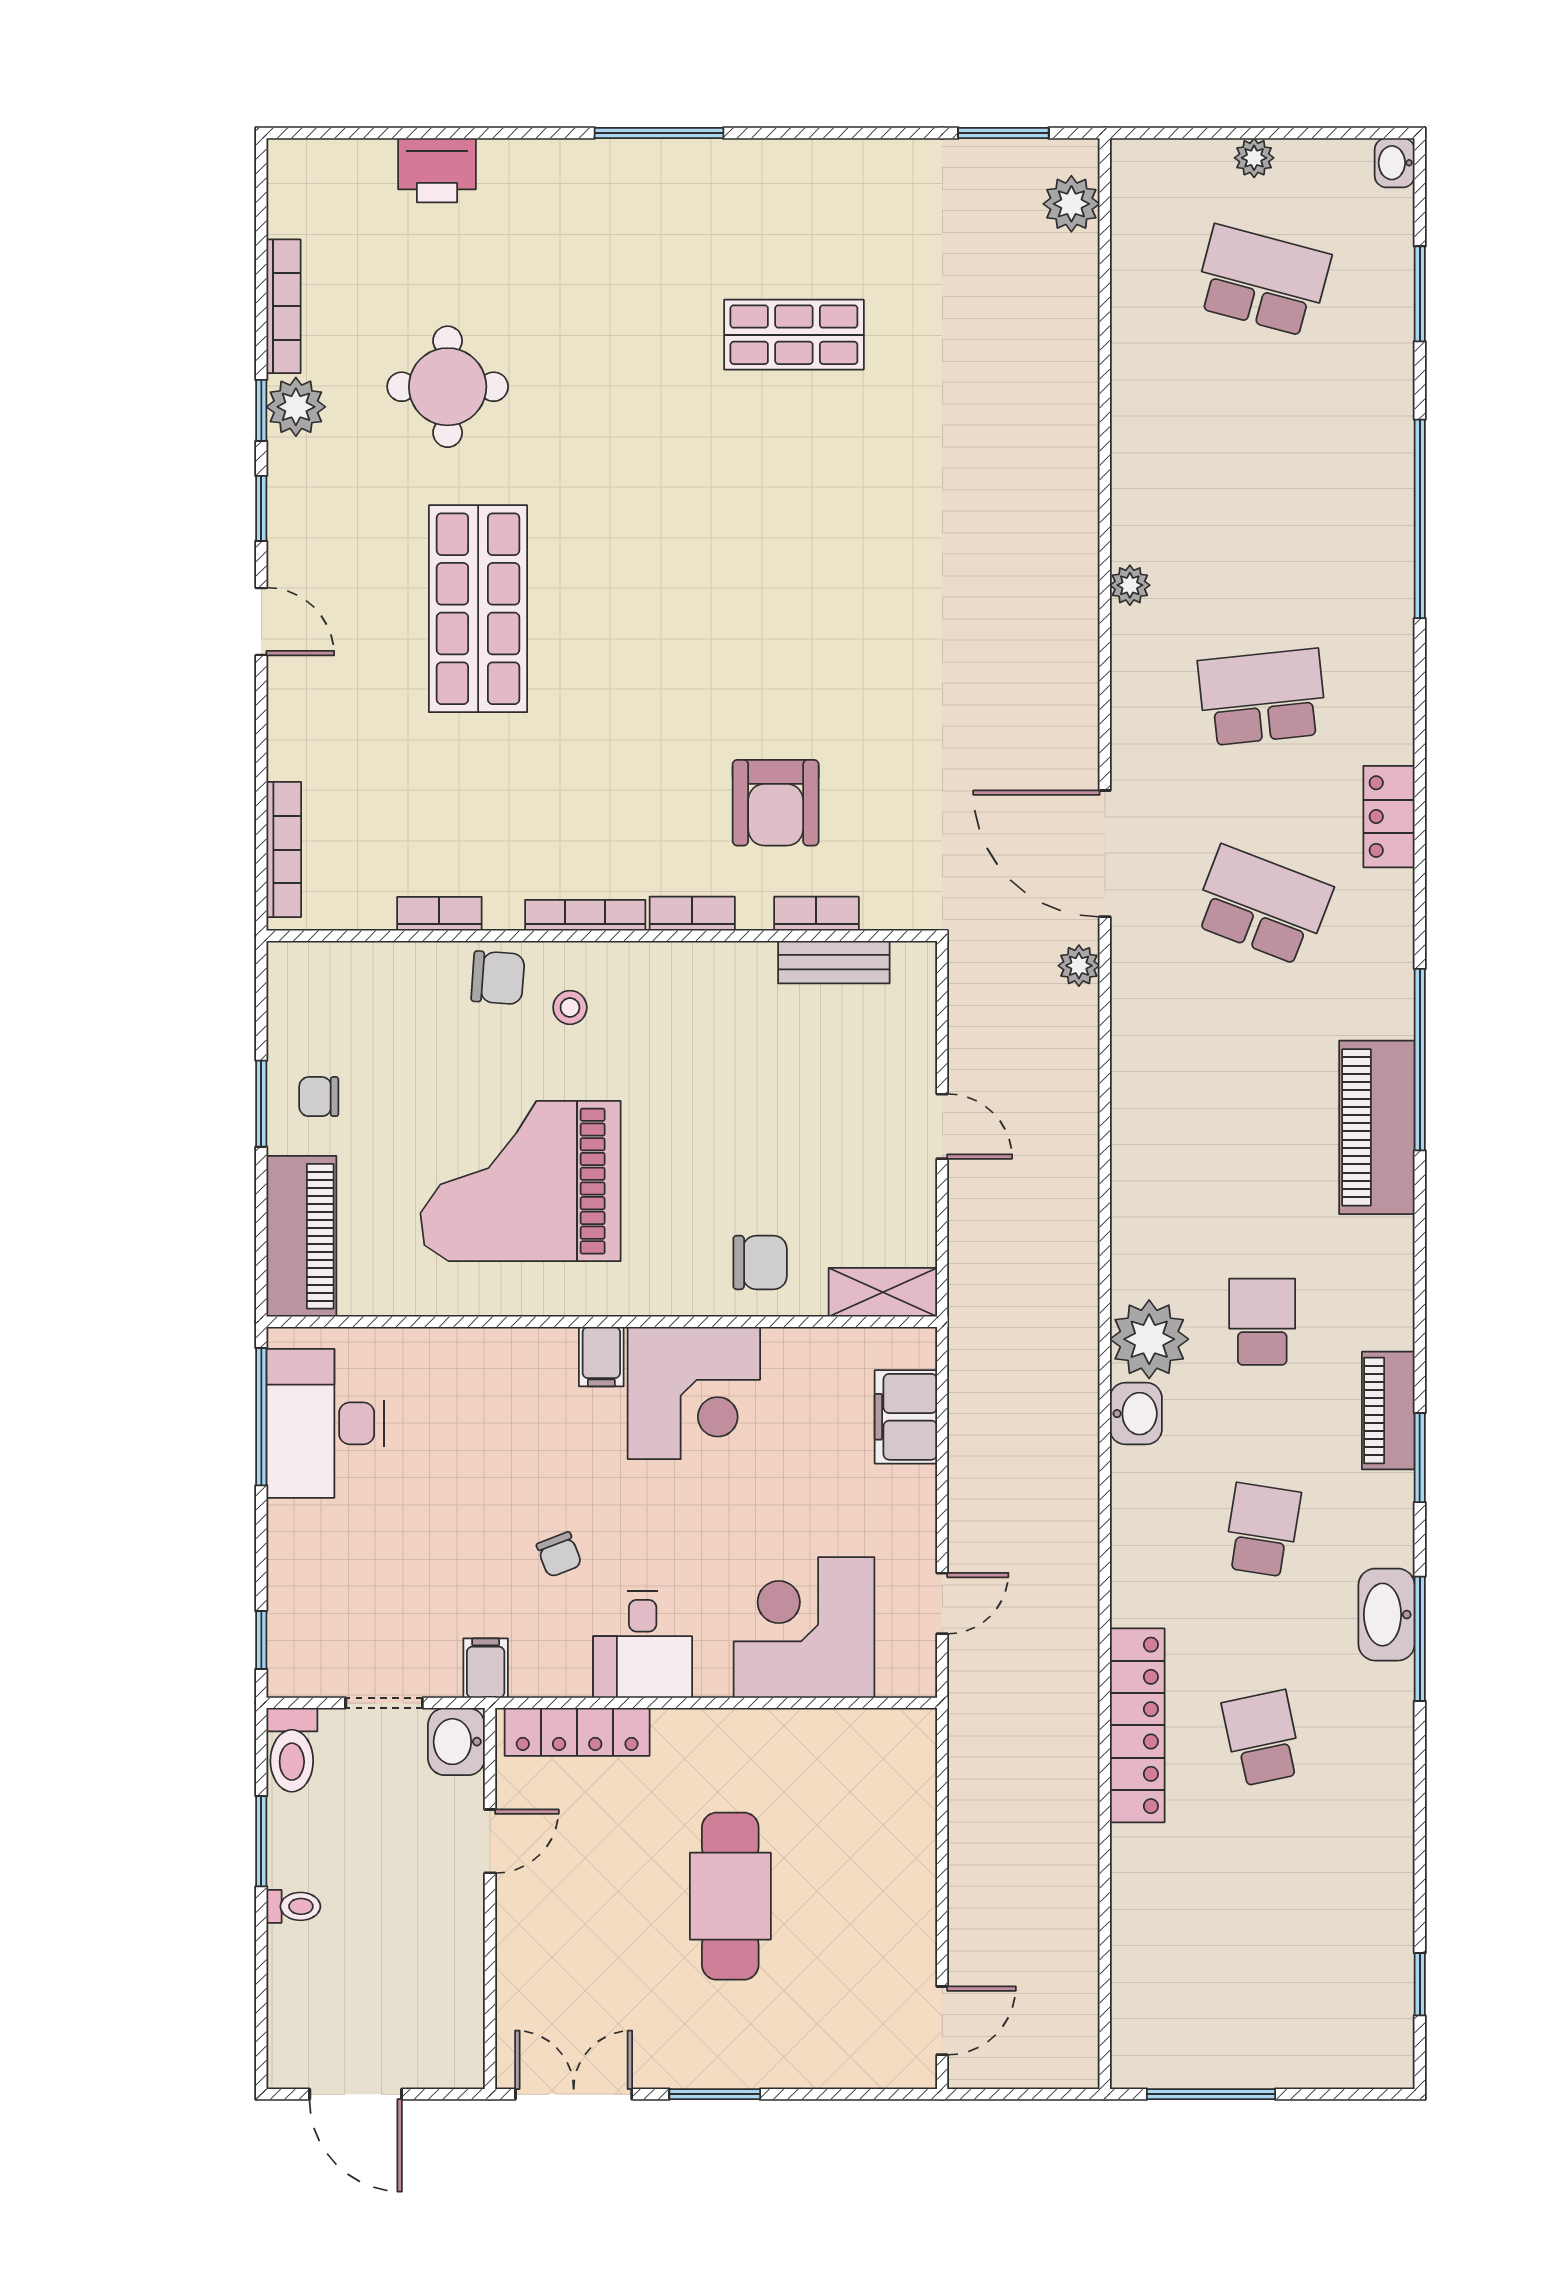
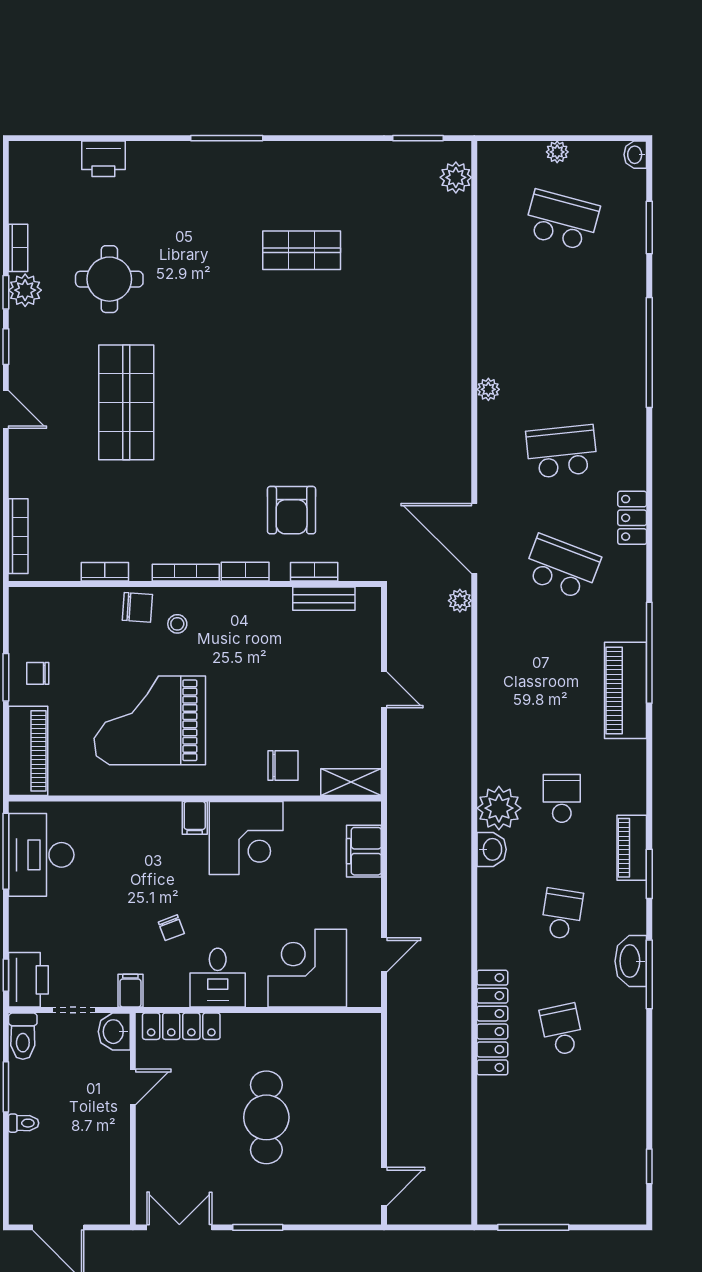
bookcase: (283, 306) -> (18, 248), width x0.64
printer: (302, 1648) -> (28, 980), added

